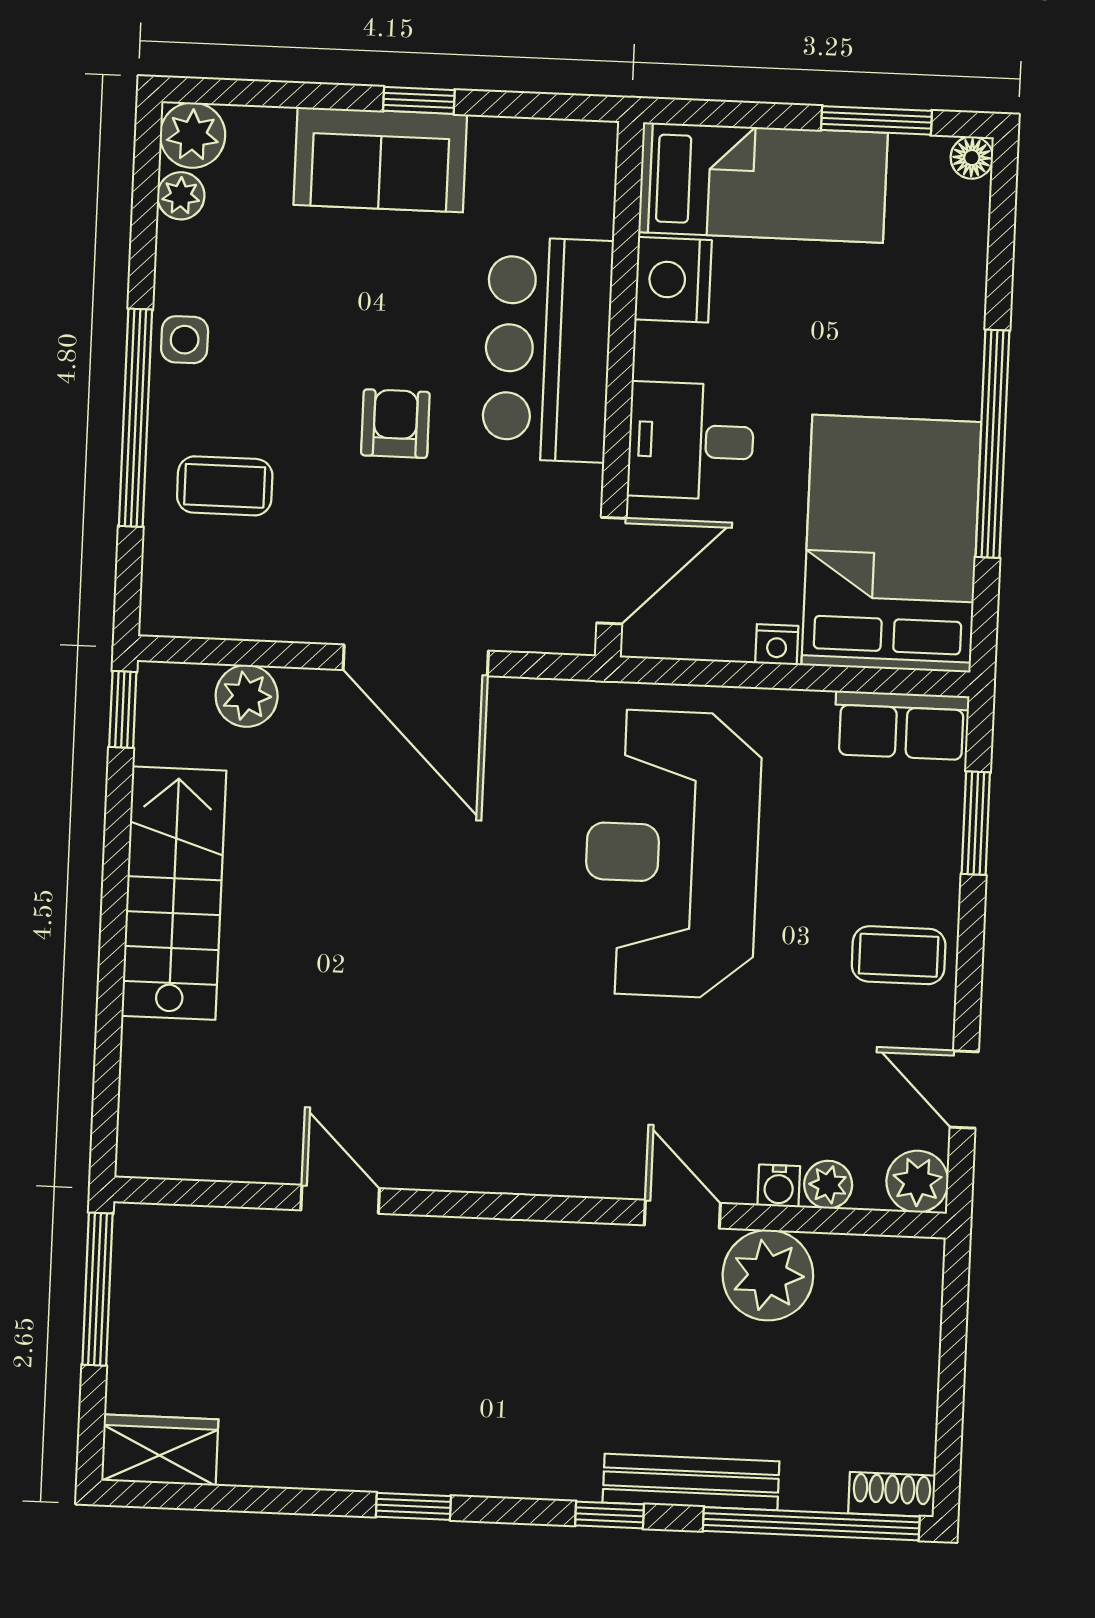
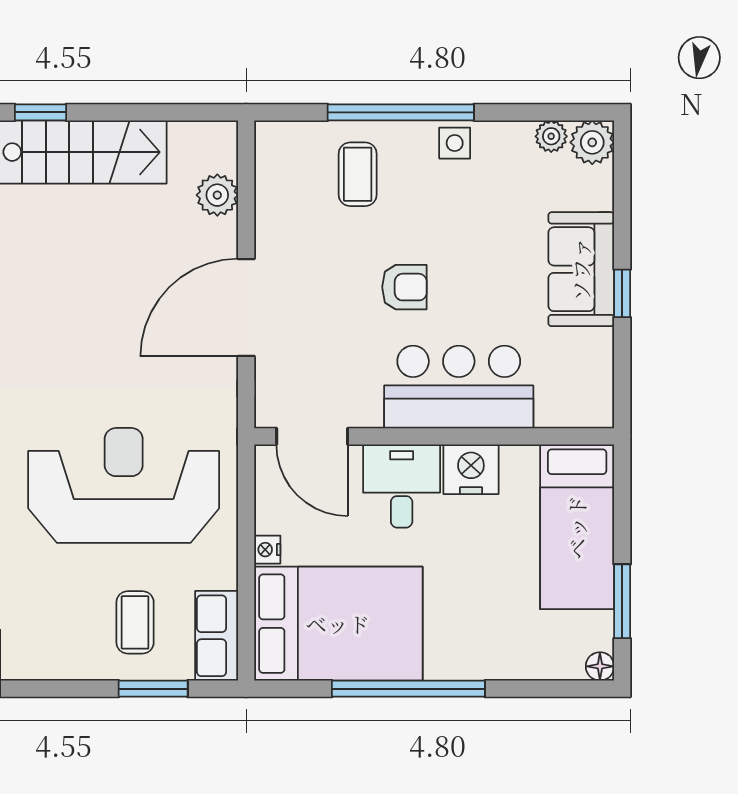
nightstand: (673, 280) -> (471, 469), moved
window: (123, 709) -> (40, 112), moved
coffee table: (899, 955) -> (135, 622), moved

